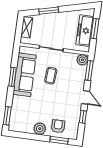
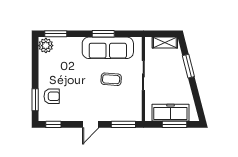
plant: (82, 60) -> (135, 114), removed
window: (83, 117) -> (53, 124), moved
plant: (40, 129) -> (46, 46), moved

